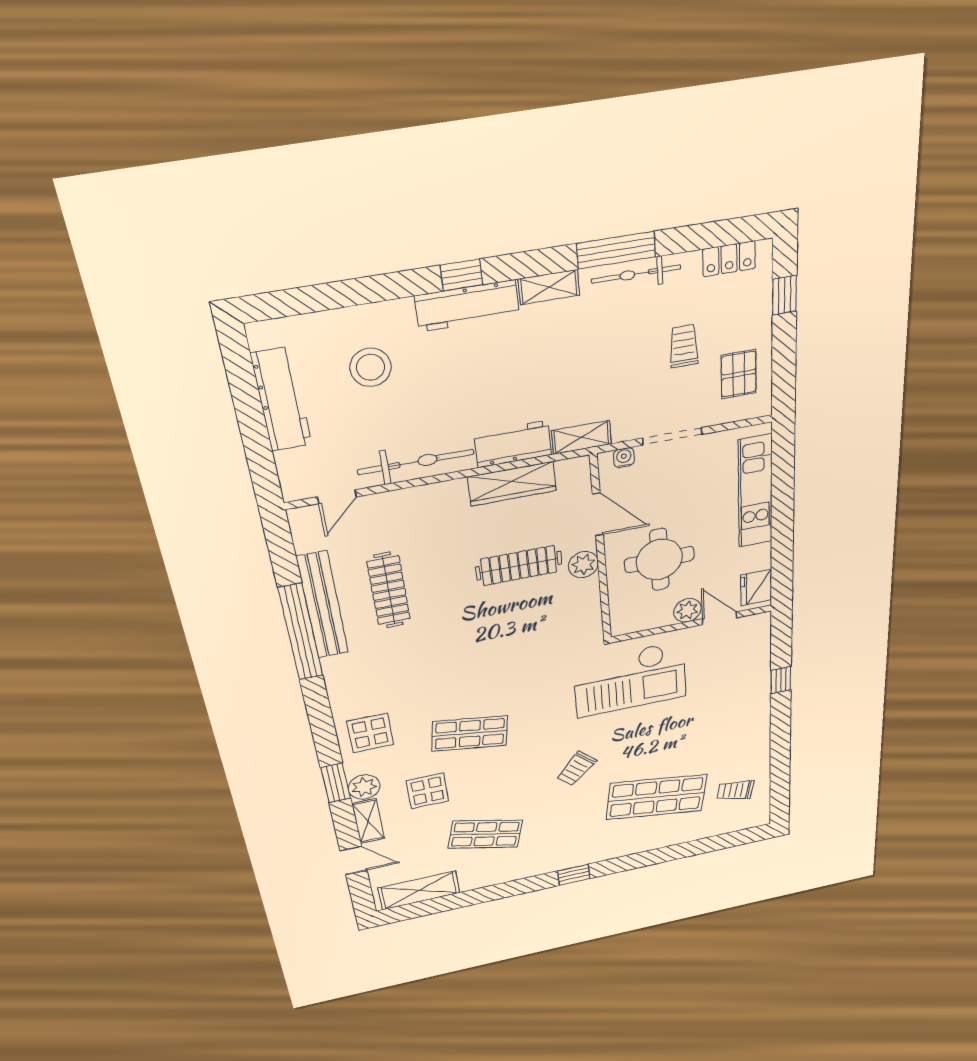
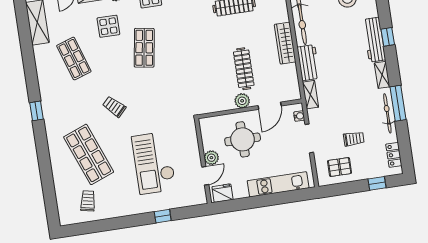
wardrobe: (512, 484) -> (285, 43), moved
checkout: (630, 679) -> (154, 163), moved
shop shelf: (657, 797) -> (89, 154), turned -30
shop shelf: (485, 834) -> (74, 59), turned -33

